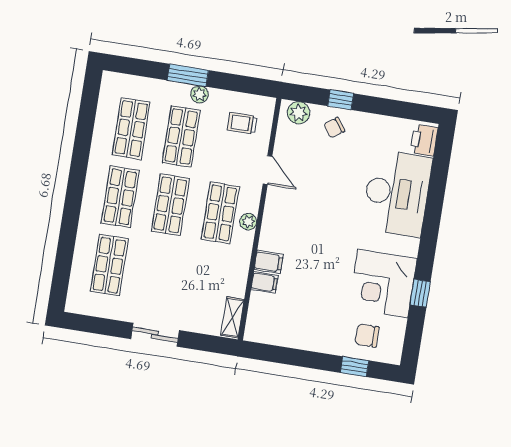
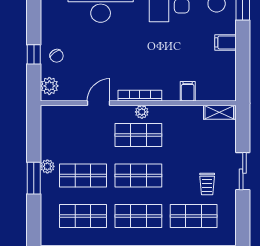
trolley: (242, 123) -> (207, 184), moved
bookcase: (269, 223) -> (140, 96), added
filing cabinet: (269, 262) -> (226, 42), moved, turned -90

